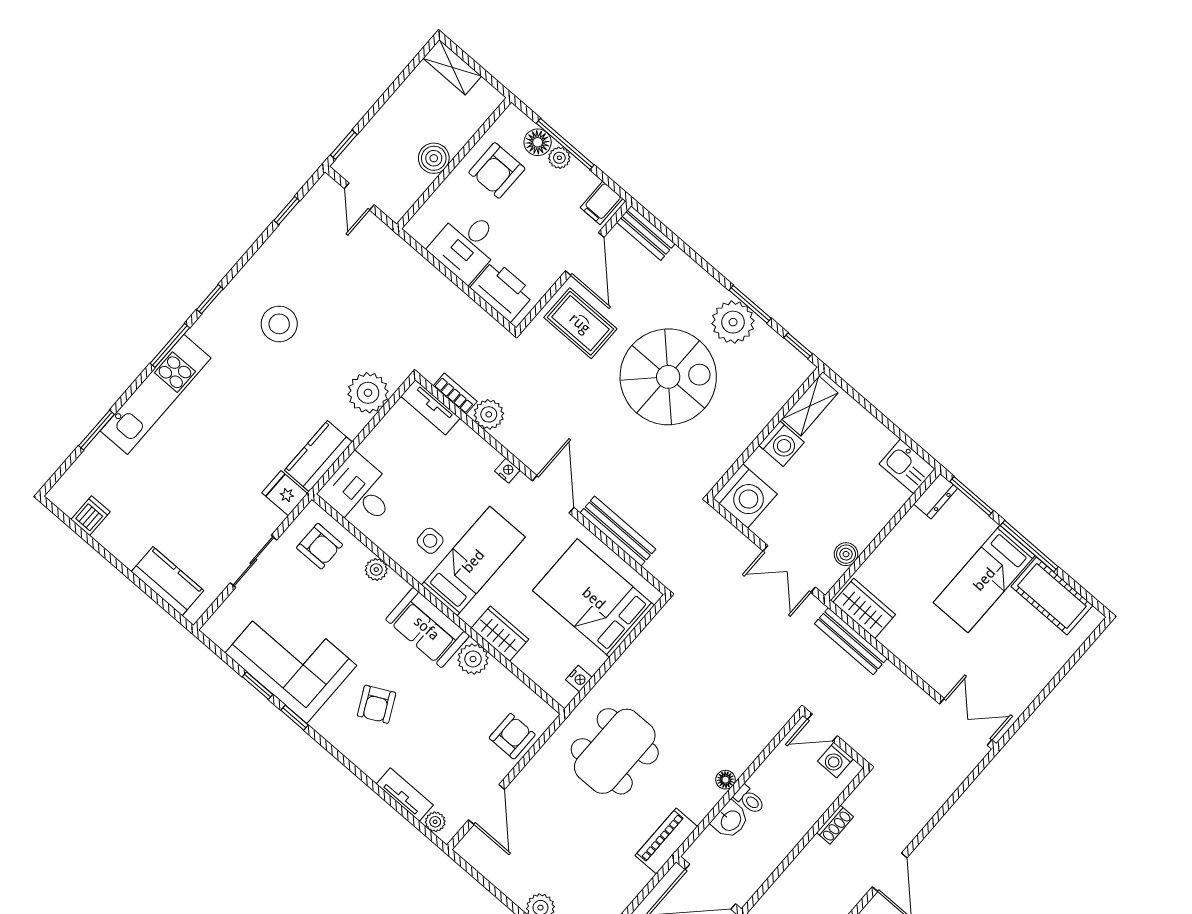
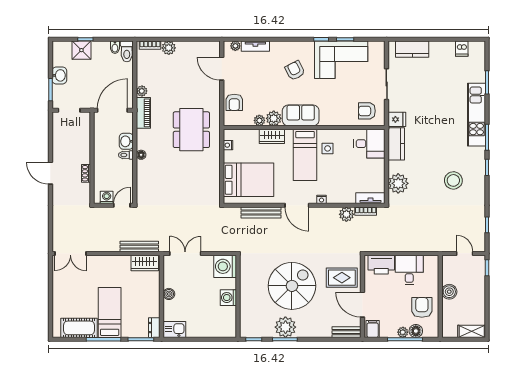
spiral stairs: (668, 377) -> (292, 286), turned 180
shelving: (810, 406) -> (230, 321), removed
boiler: (846, 554) -> (169, 294), moved
plant: (376, 570) -> (259, 120), moved
plant: (639, 877) -> (142, 91), added

